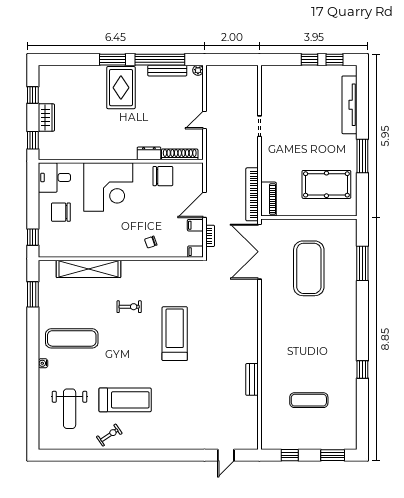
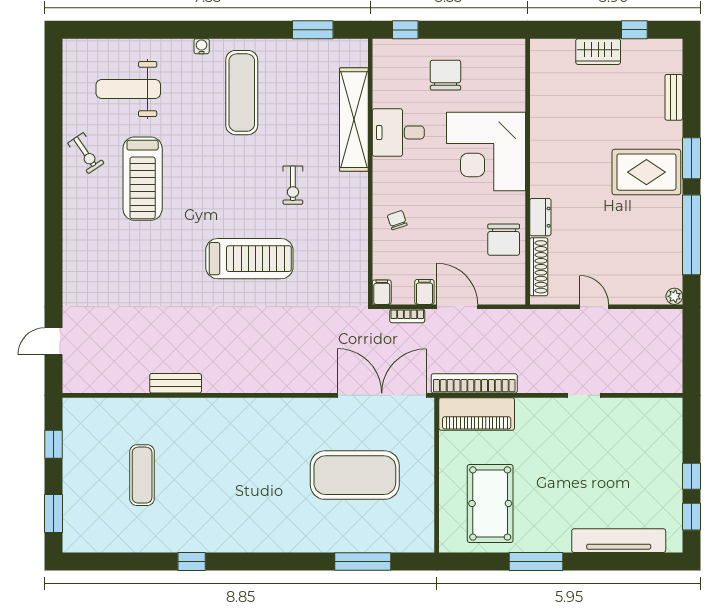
bench: (167, 71) -> (674, 97), moved, width x0.73
window: (33, 140) -> (561, 30), removed
desk: (54, 177) -> (398, 132), moved, turned -90
piano: (268, 199) -> (477, 414), width x1.37, depth x1.33
door: (226, 455) -> (53, 341), hinge flipped

